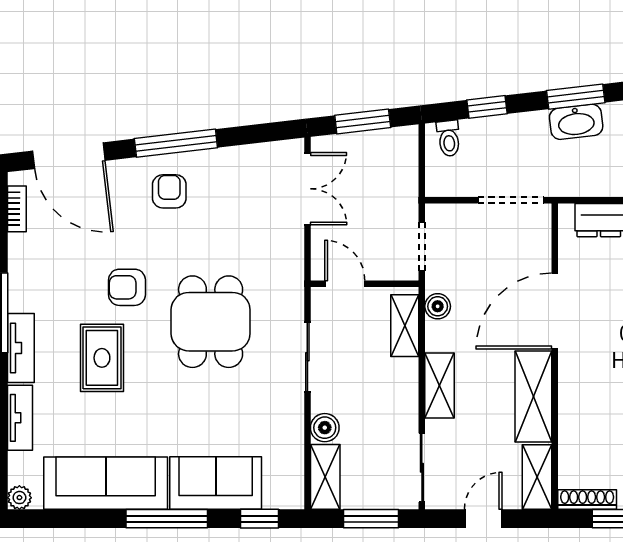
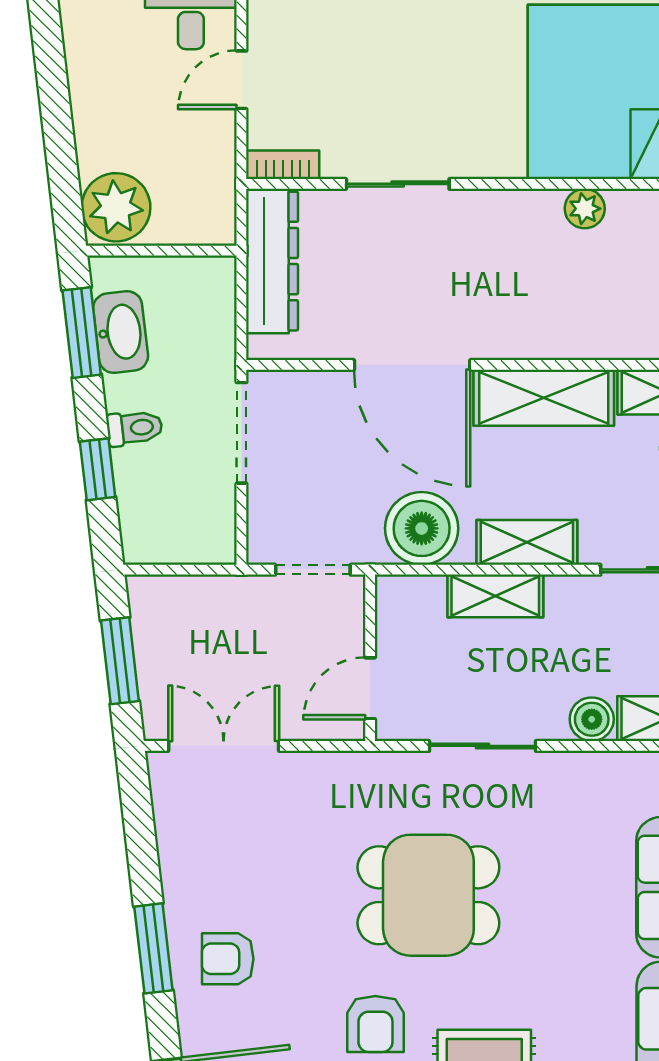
toilet: (449, 138) -> (134, 428), moved
window: (176, 143) -> (153, 948), width x0.69
boiler: (438, 306) -> (422, 528), width x1.86, depth x1.86
shelving: (405, 326) -> (495, 596), moved

